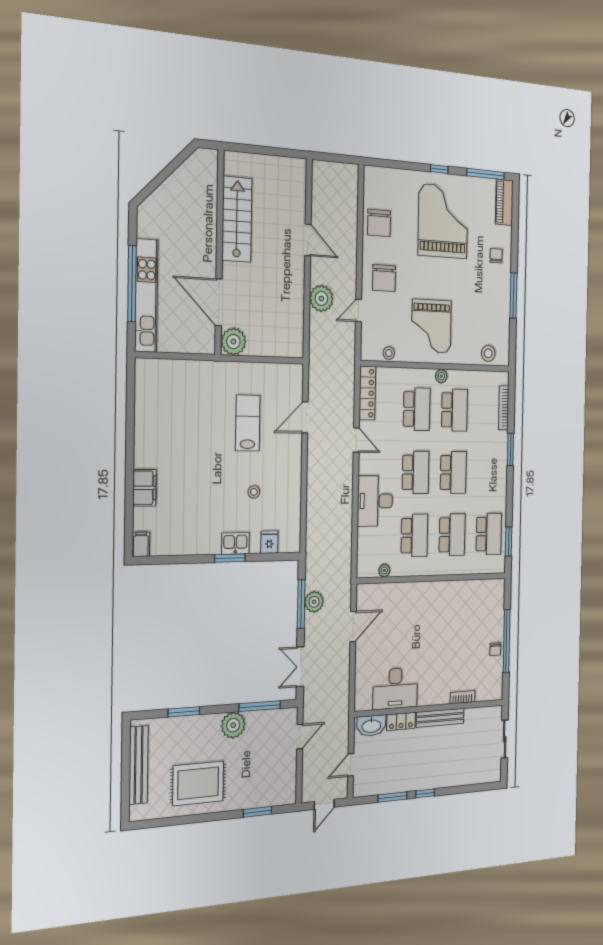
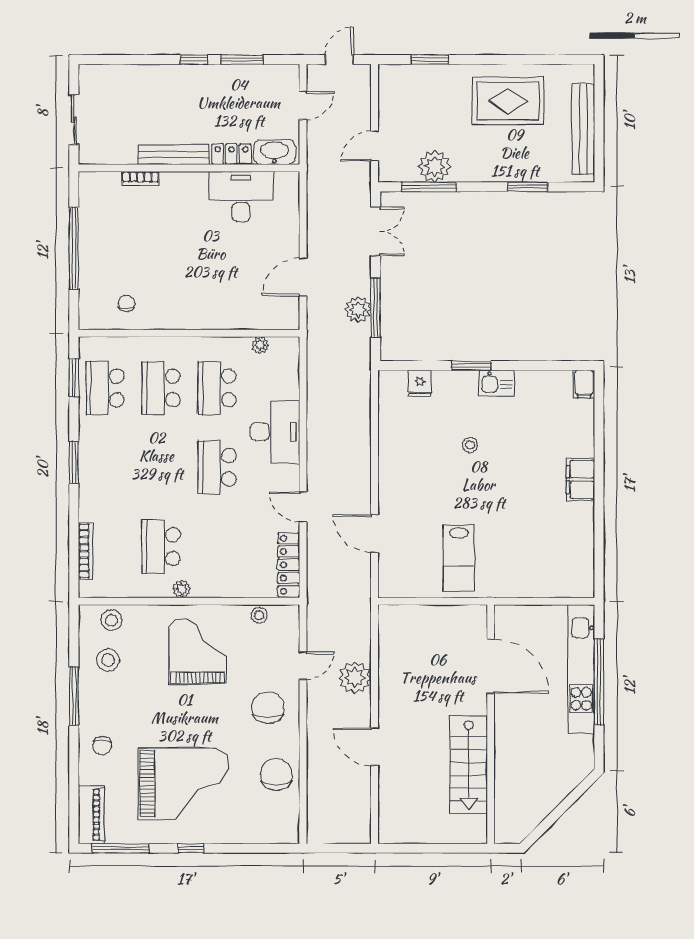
grand piano: (443, 221) -> (183, 784), turned -90
stool: (491, 322) -> (108, 660), added
plant: (233, 342) -> (471, 621), removed
school desk: (417, 409) -> (217, 547), removed
door: (305, 417) -> (374, 533), swing flipped
lab bench: (248, 423) -> (459, 558), moved
window: (510, 449) -> (74, 462), moved
school desk: (453, 472) -> (161, 467), removed
filing cabinet: (144, 488) -> (580, 479), moved
stool: (254, 492) -> (470, 445), moved
kitchen sink: (235, 543) -> (497, 383), moved
chair: (495, 649) -> (126, 303), moved
plant: (233, 725) -> (435, 166), moved

